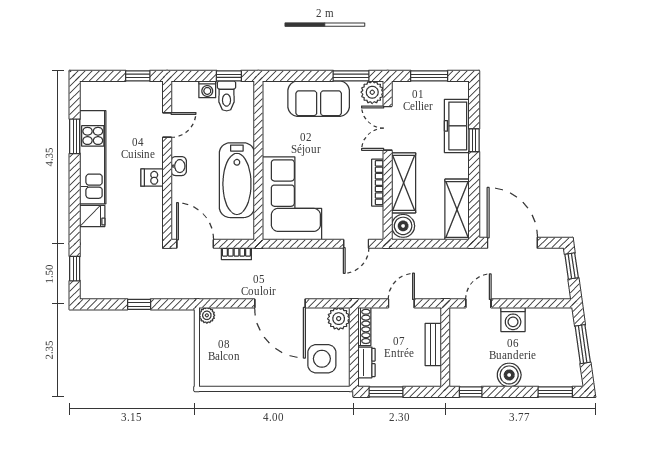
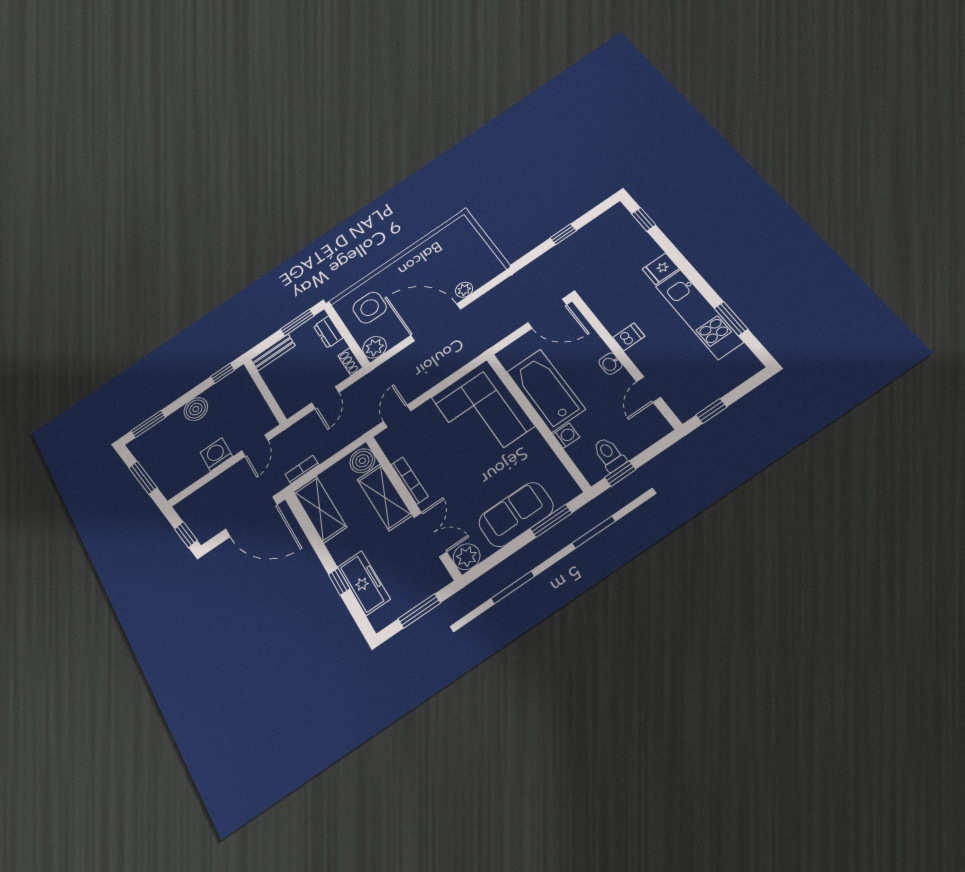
window: (351, 76) -> (551, 521), moved
washing machine: (207, 89) -> (566, 436), moved, turned 90
bookcase: (236, 254) -> (302, 470), moved
plant: (207, 315) -> (464, 290), moved
shoe rack: (364, 326) -> (350, 362), width x0.70
bench: (433, 345) -> (273, 352), moved, turned 90

